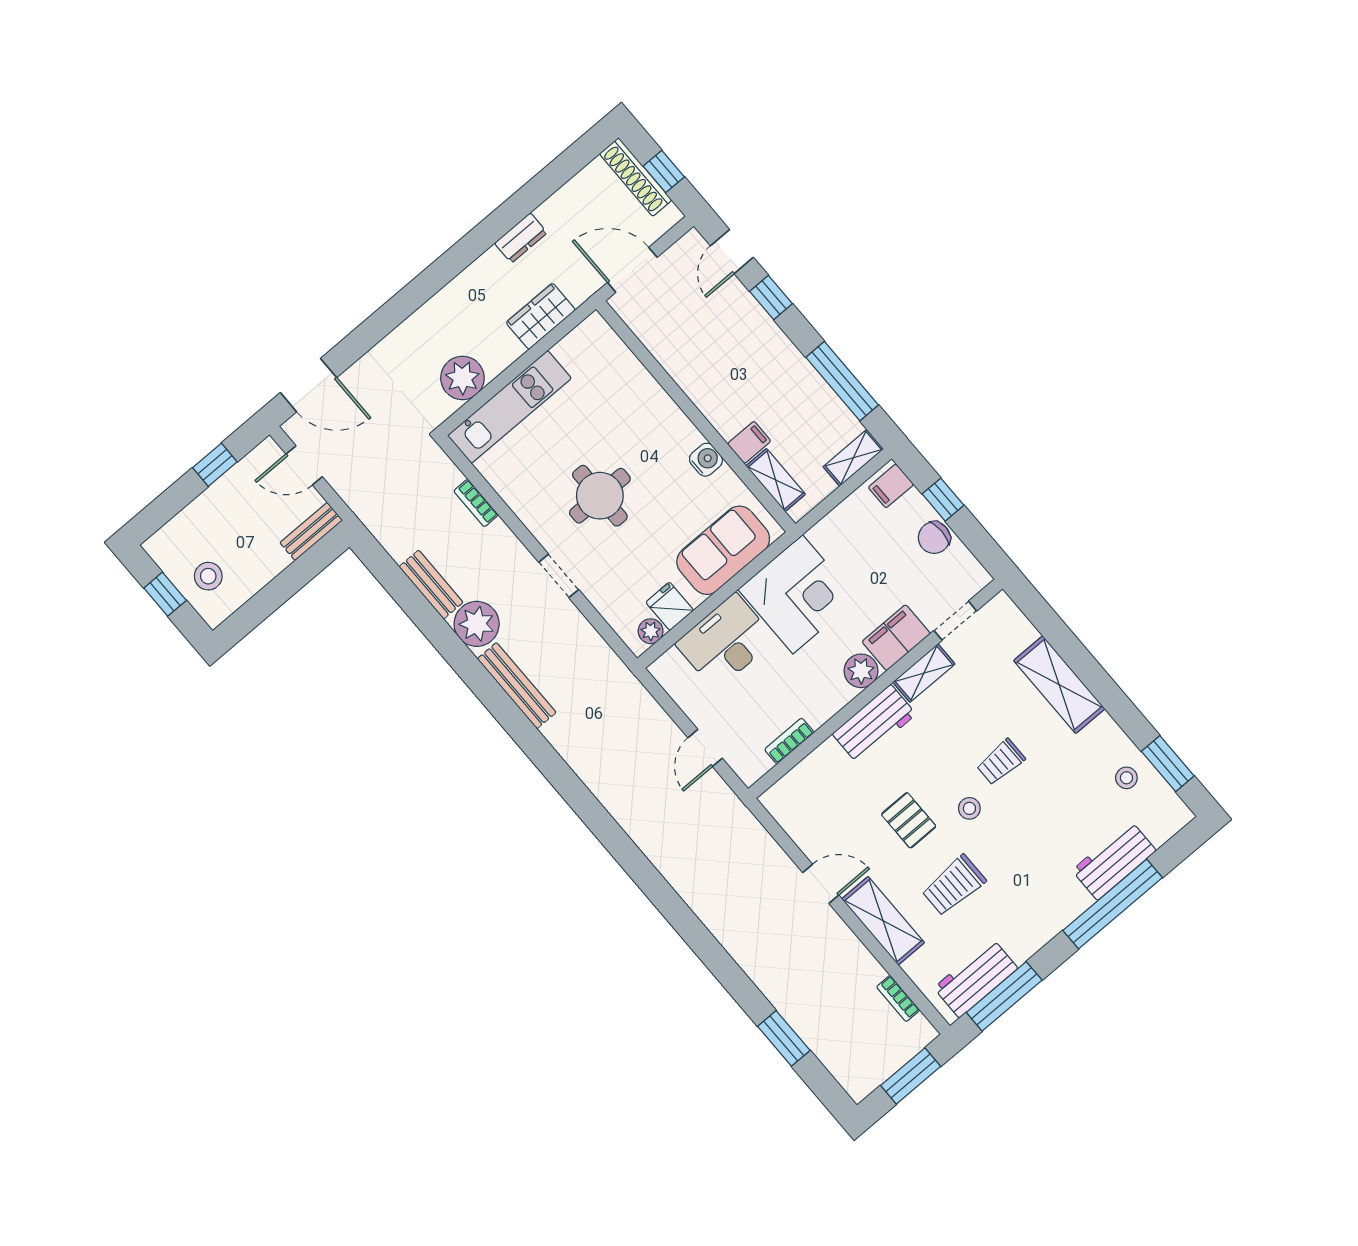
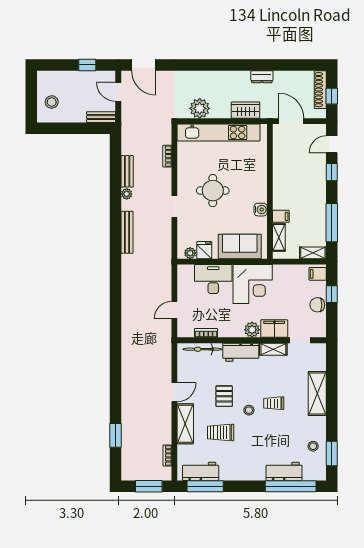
kitchen unit: (509, 407) -> (219, 133), width x1.36
window: (165, 594) -> (31, 95), removed
plant: (477, 624) -> (127, 194), width x0.53, depth x0.53
bicycle: (806, 773) -> (202, 349), added
door: (821, 884) -> (174, 392), hinge flipped
window: (1113, 904) -> (291, 486), moved

